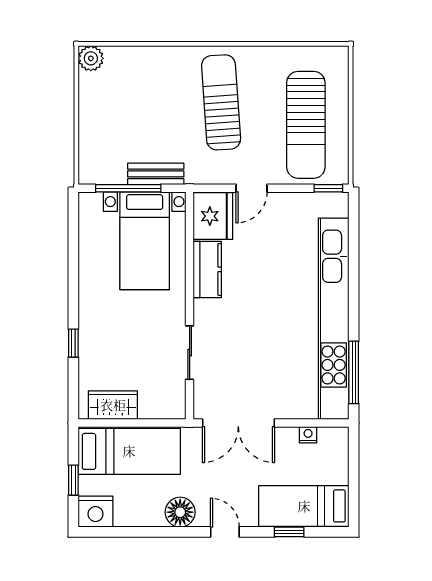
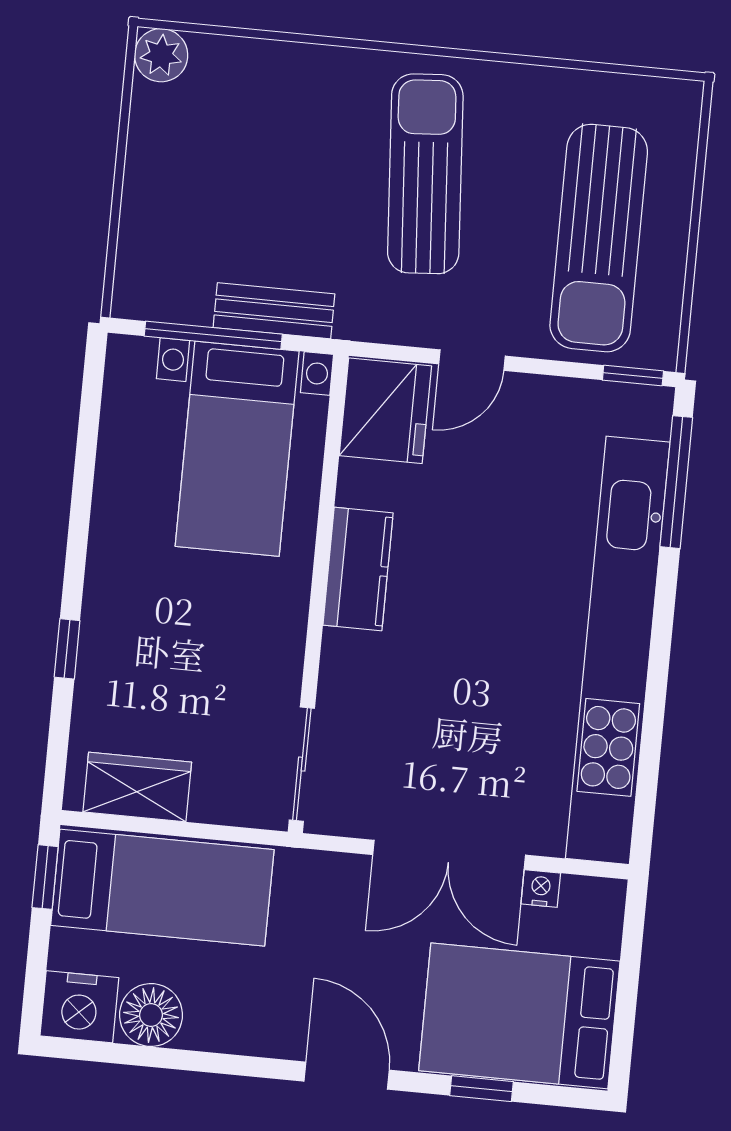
kitchen counter: (207, 269) -> (358, 569), moved
sliding door: (190, 353) -> (302, 764), moved
window: (354, 372) -> (676, 482), moved
double door: (238, 423) -> (449, 855), moved
window: (73, 480) -> (45, 877), moved
bed: (304, 506) -> (519, 1016), width x1.50
floor lamp: (180, 512) -> (151, 1015), moved
door: (225, 532) -> (347, 1076), width x1.38

